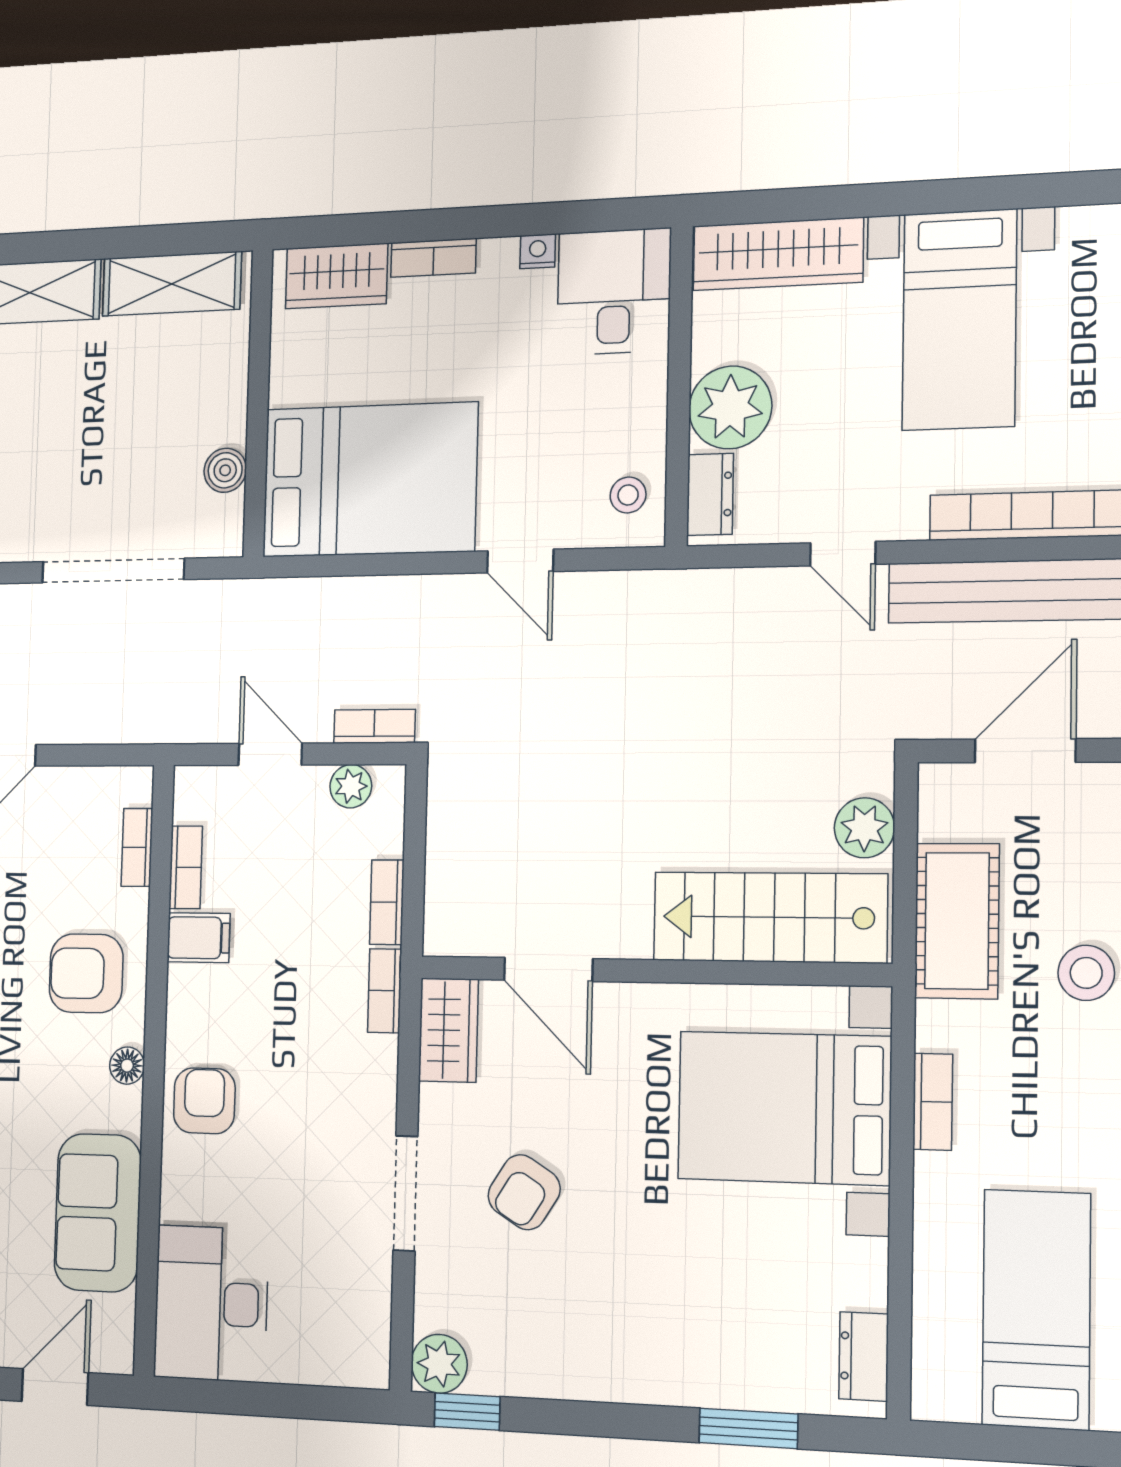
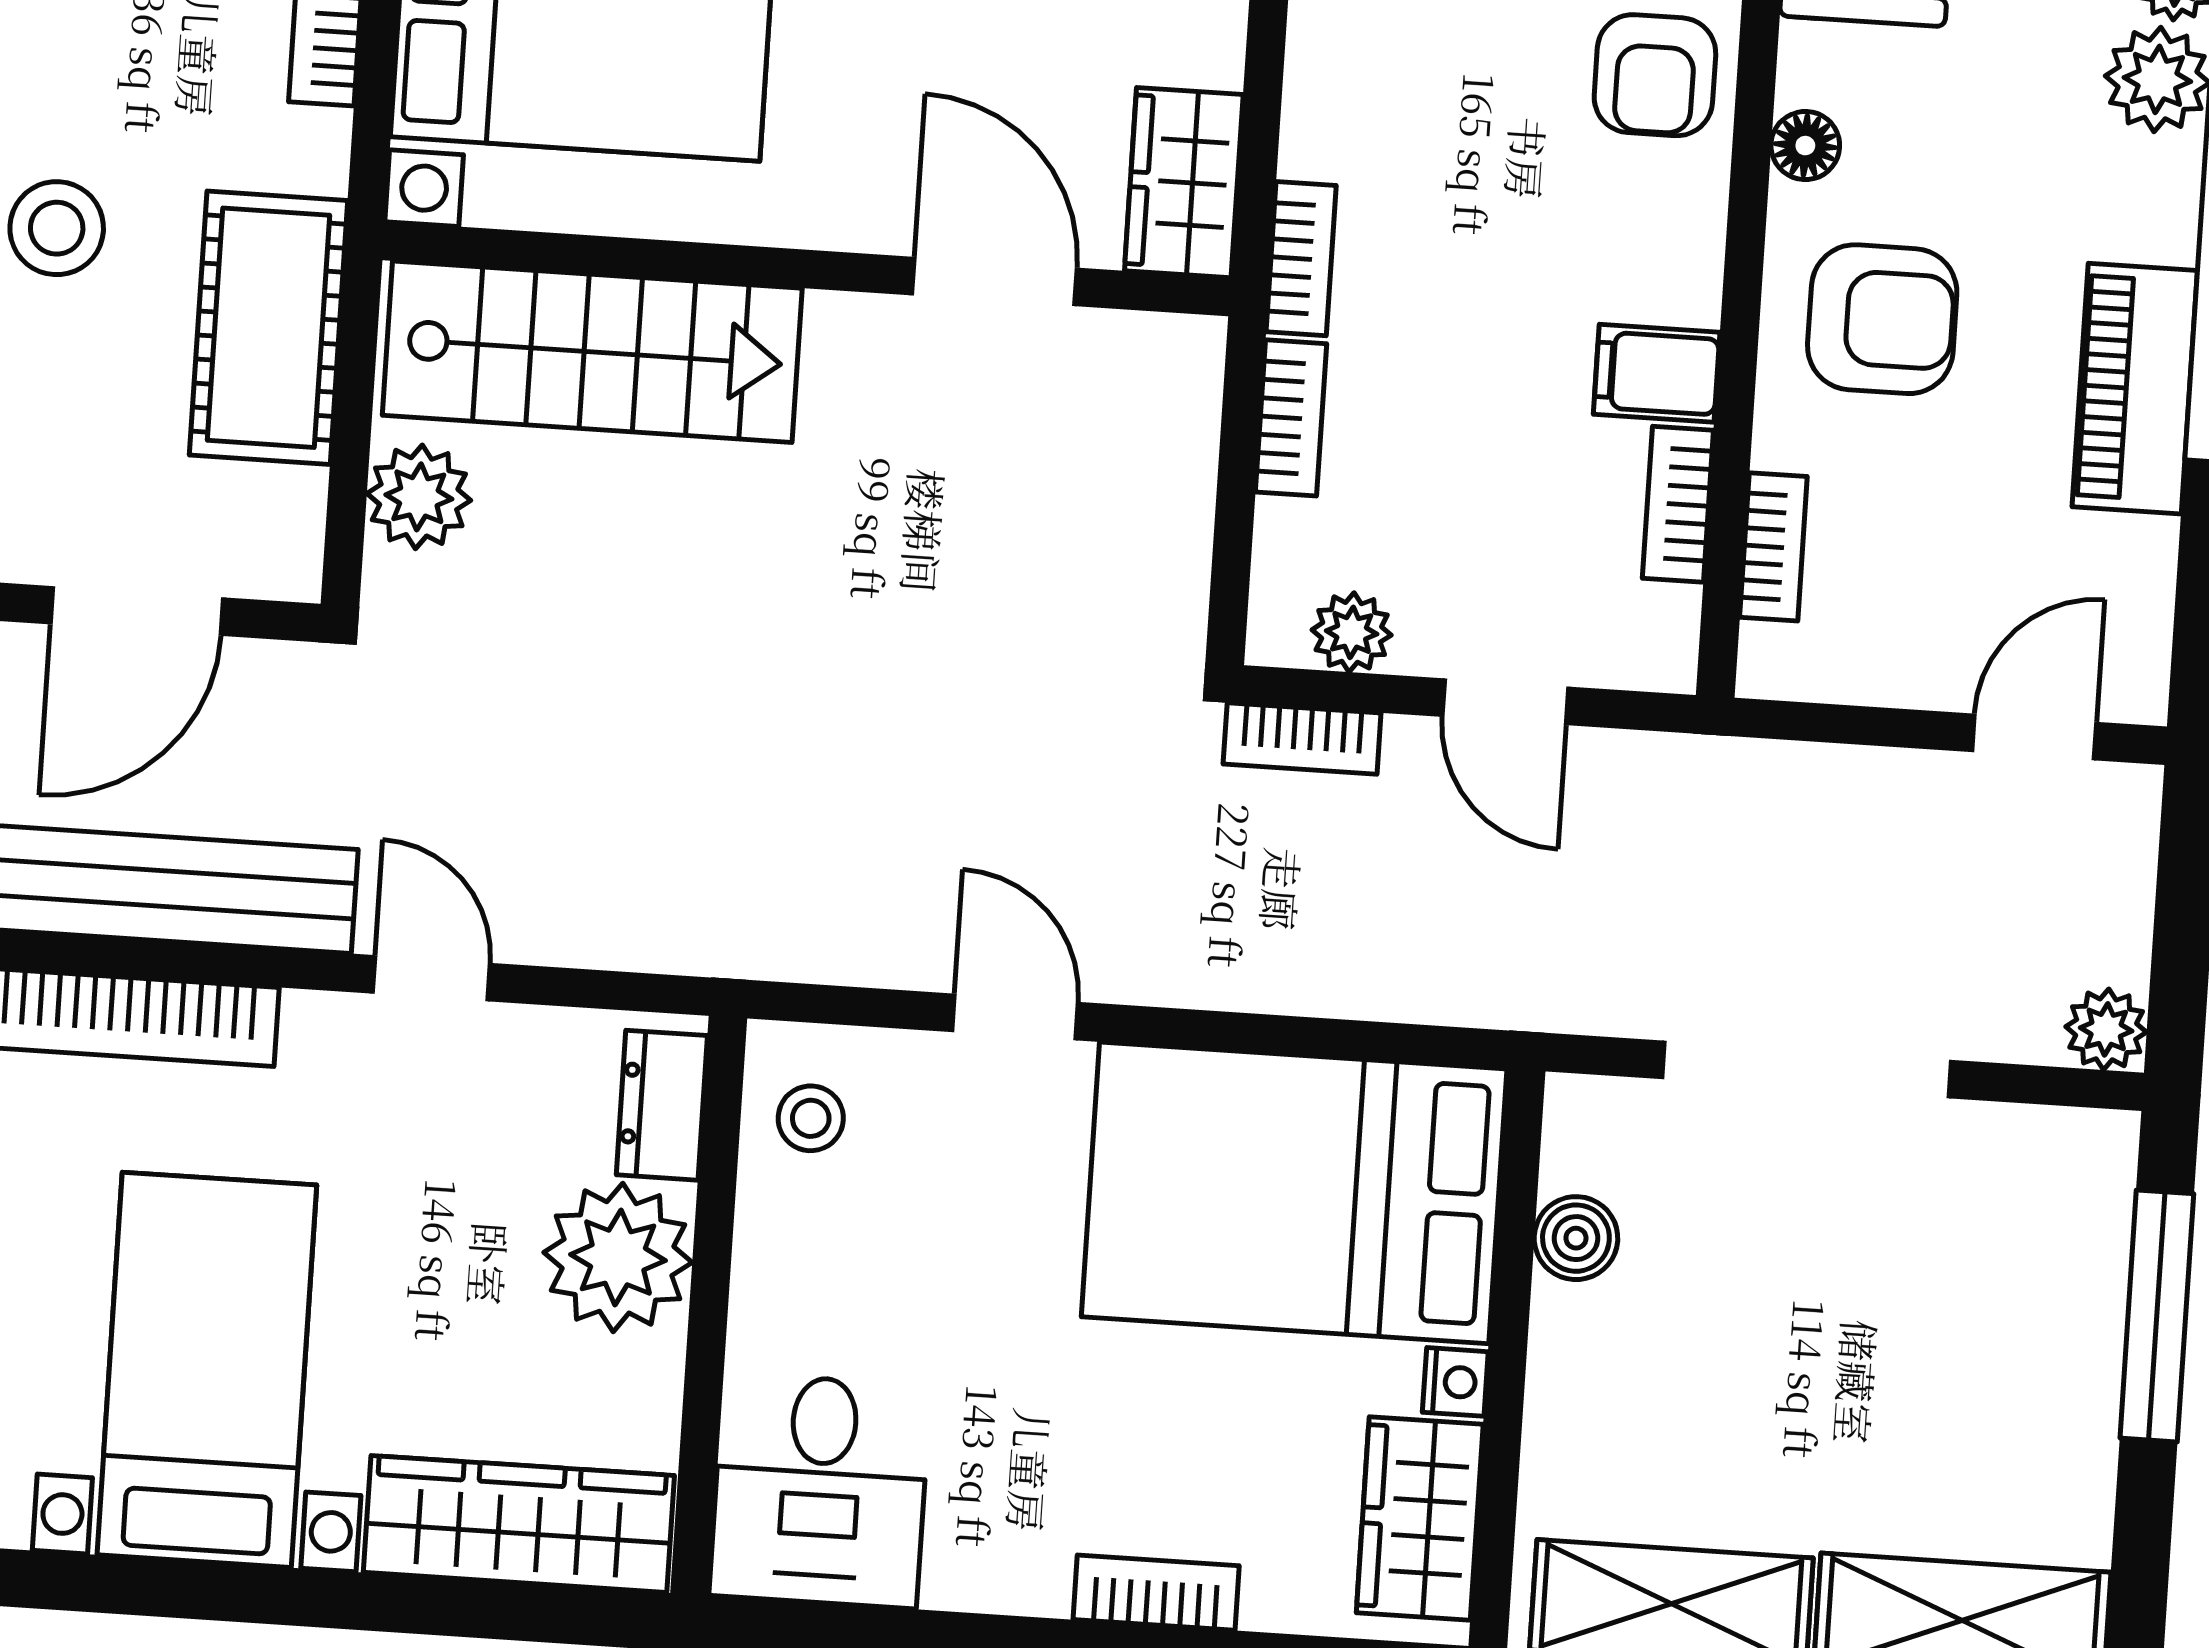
nightstand: (538, 251) -> (1455, 1382), moved, turned -90
wardrobe: (337, 276) -> (1420, 1518), moved, turned -90

